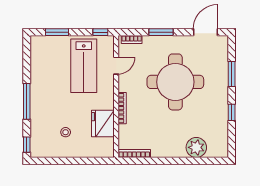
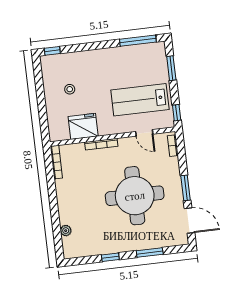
window: (161, 32) -> (186, 188), moved
window: (27, 101) -> (138, 41), moved
plant: (196, 147) -> (66, 231), width x0.53, depth x0.53

